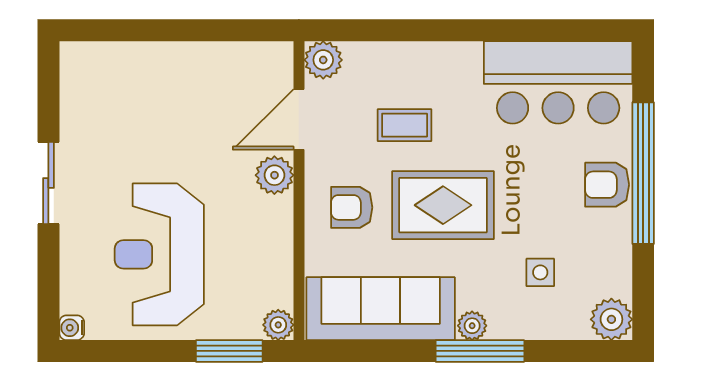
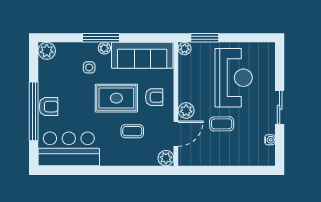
coffee table: (188, 143) -> (222, 124), added
side table: (540, 272) -> (89, 67), moved
water cooler: (72, 328) -> (270, 140), moved

